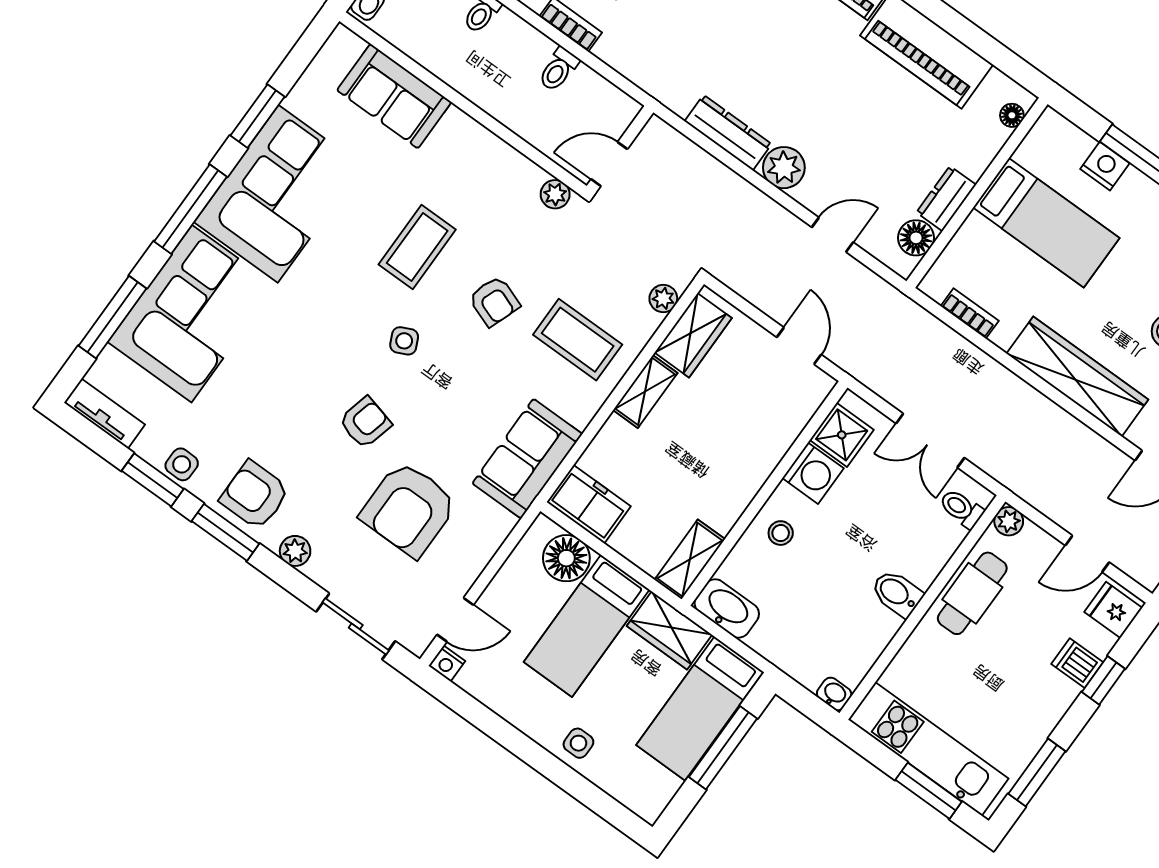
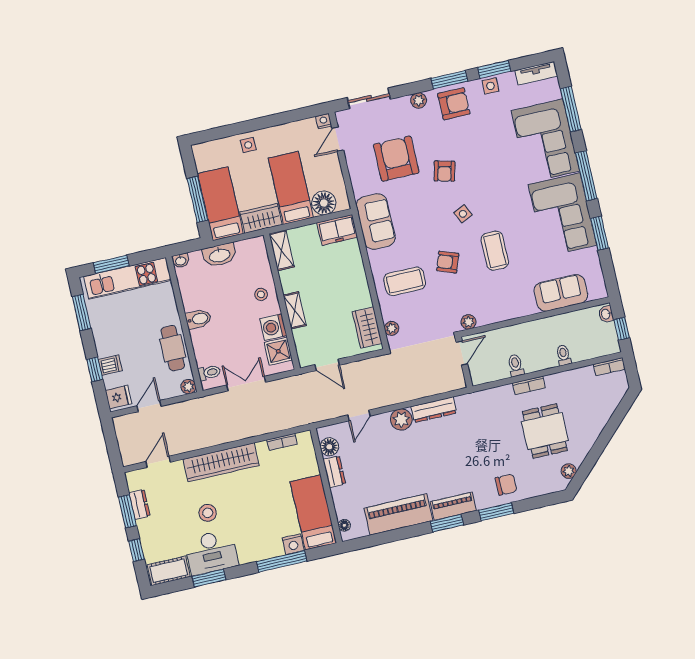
bed: (1046, 223) -> (313, 512), moved, turned 90
shelving: (645, 391) -> (295, 310), moved
washbasin: (727, 608) -> (219, 255), moved

